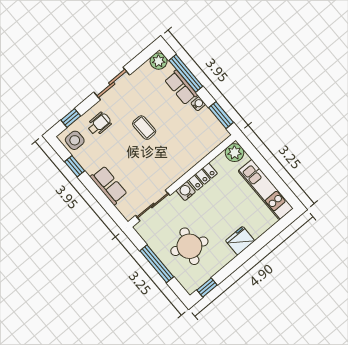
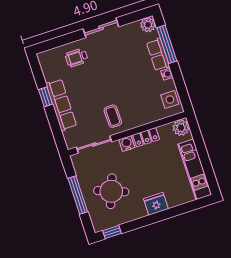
window: (221, 115) -> (182, 91), removed
window: (71, 118) -> (55, 43), removed
wheelchair: (99, 124) -> (77, 58), turned 180
coffee table: (144, 128) -> (113, 116), moved
side table: (75, 140) -> (170, 100), moved
window: (75, 166) -> (46, 97), moved
row of seats: (109, 185) -> (61, 105), width x1.48

